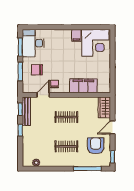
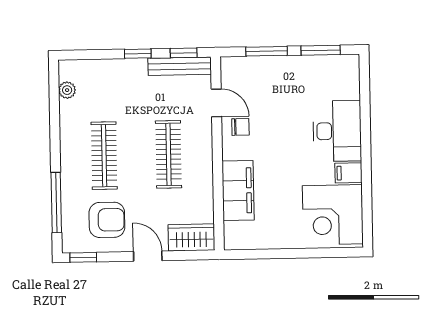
desk: (33, 43) -> (337, 131), moved, turned 90
chair: (37, 70) -> (271, 88), removed
clothes rail: (66, 117) -> (169, 154), width x1.36
clothes rail: (66, 146) -> (104, 156), width x1.36

